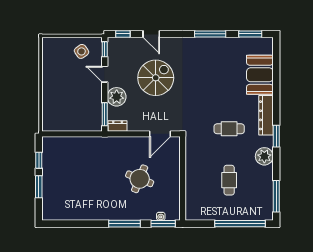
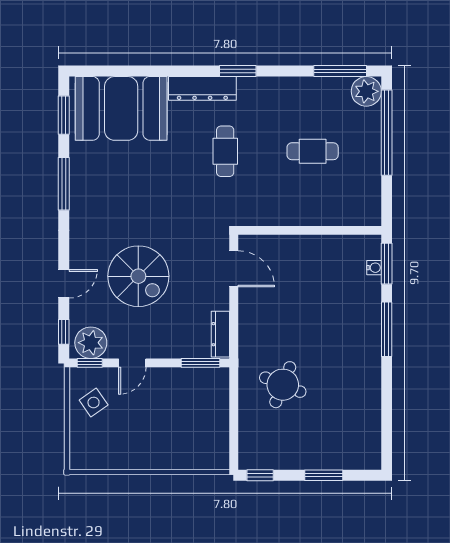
booth: (260, 75) -> (121, 108), width x1.36, depth x1.42
spiral stairs: (156, 78) -> (138, 276), turned 180
plant: (117, 97) -> (91, 343), moved
dresser: (118, 126) -> (220, 334), width x1.44
plant: (264, 156) -> (366, 91), moved
window: (39, 160) -> (260, 475), moved
round table: (140, 179) -> (283, 385), moved

